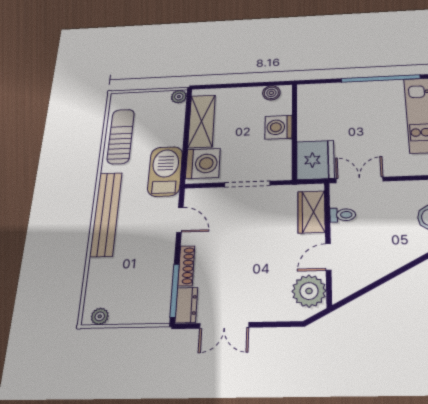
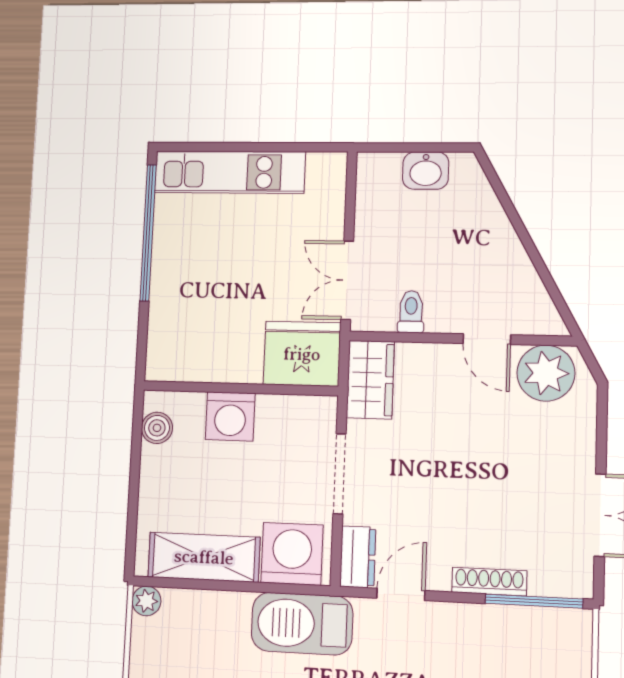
wardrobe: (311, 212) -> (370, 380), moved, turned -90
dresser: (186, 305) -> (358, 557), moved, turned 90

